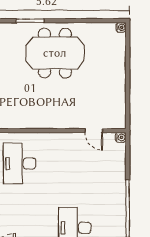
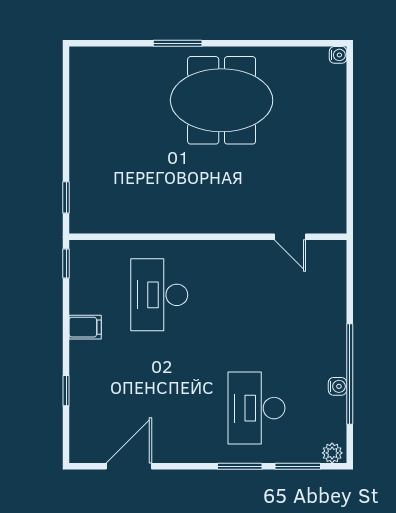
water cooler: (121, 137) -> (338, 386), moved

